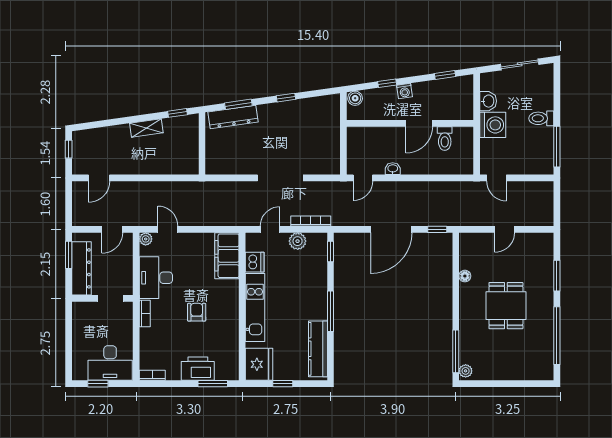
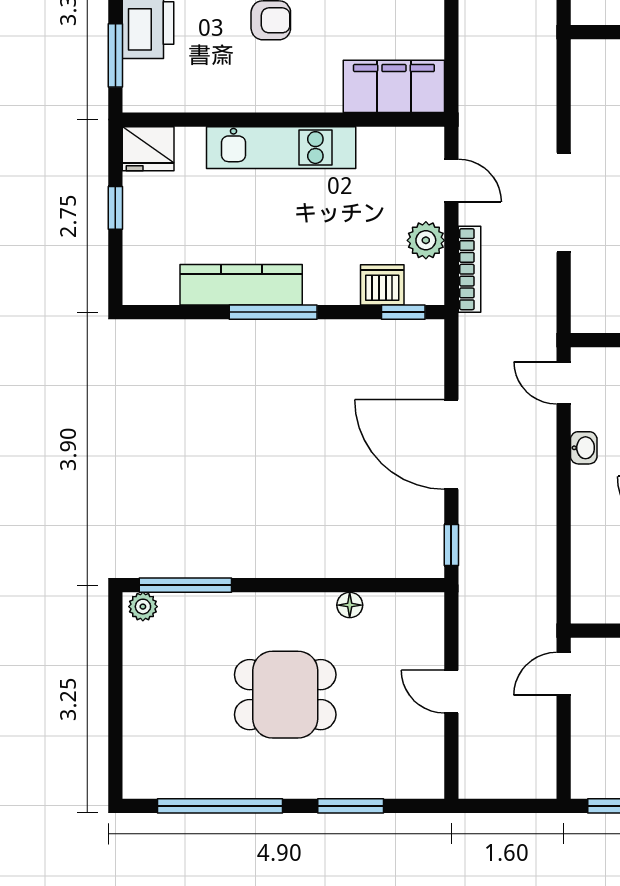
dishwasher: (255, 262) -> (382, 285), moved, turned 180
kitchen counter: (318, 349) -> (241, 285), moved
fridge: (259, 364) -> (148, 149), width x0.73, depth x0.75

